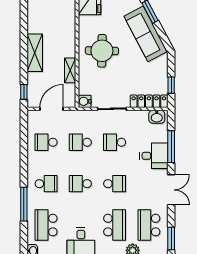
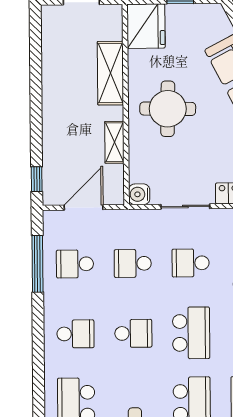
shelving: (35, 53) -> (110, 73), moved
school desk: (80, 184) -> (133, 333), turned 180
school desk: (115, 184) -> (191, 333), width x1.85
window: (24, 204) -> (37, 264), moved

